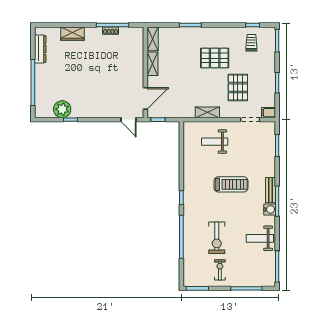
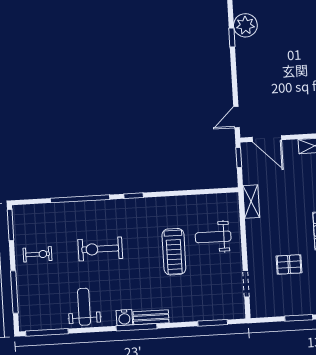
pallet: (238, 88) -> (289, 264), width x0.67, depth x0.71
shelving: (207, 112) -> (251, 202), moved
filing cabinet: (268, 113) -> (257, 308), removed
weight bench: (215, 142) -> (213, 237), turned -90
treadmill: (231, 184) -> (174, 252), moved
exercise bike: (217, 238) -> (100, 249), moved

